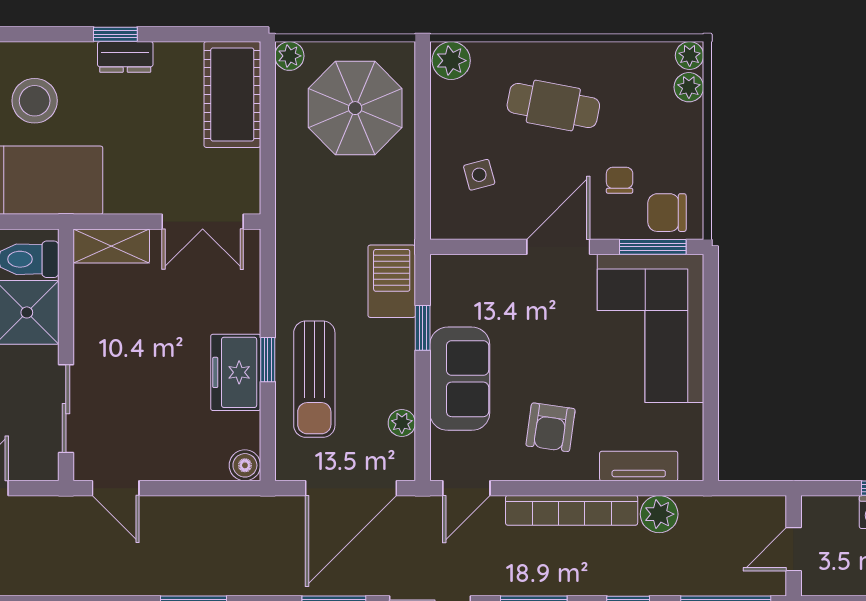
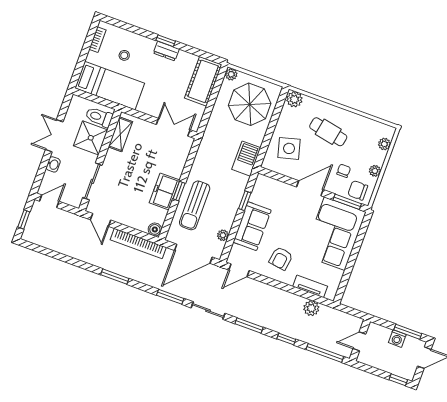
plant: (690, 56) -> (375, 171), moved
stool: (35, 101) -> (124, 55), width x0.53, depth x0.53
side table: (479, 175) -> (289, 148), width x1.87, depth x1.87
double door: (203, 222) -> (173, 127), swing flipped
shelving: (111, 246) -> (120, 134), moved, turned 90
barbecue: (392, 281) -> (246, 159), moved
bookcase: (572, 510) -> (138, 244), moved

